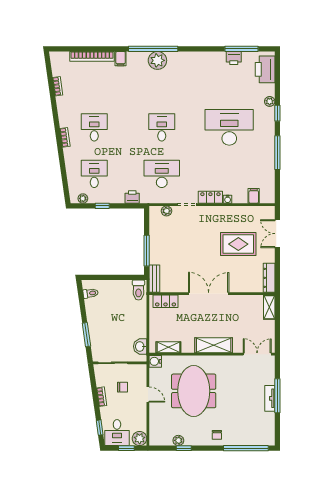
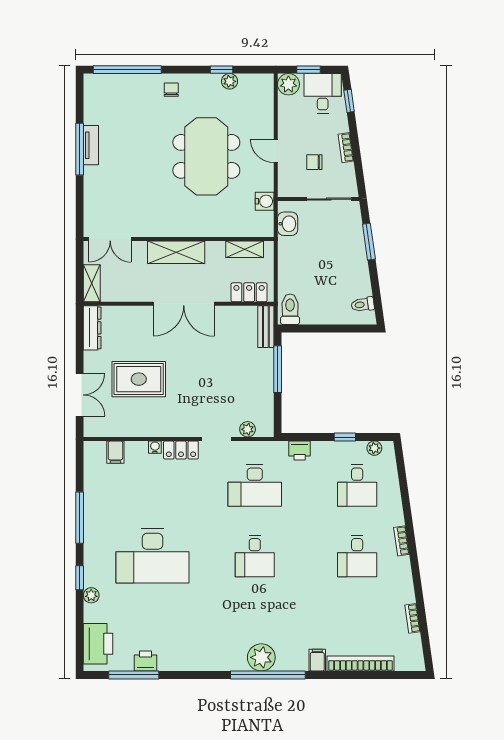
shelving: (214, 345) -> (176, 252), moved
shelving: (168, 347) -> (245, 249), moved
wall: (212, 354) -> (179, 239), moved
double door: (257, 354) -> (110, 239), moved

